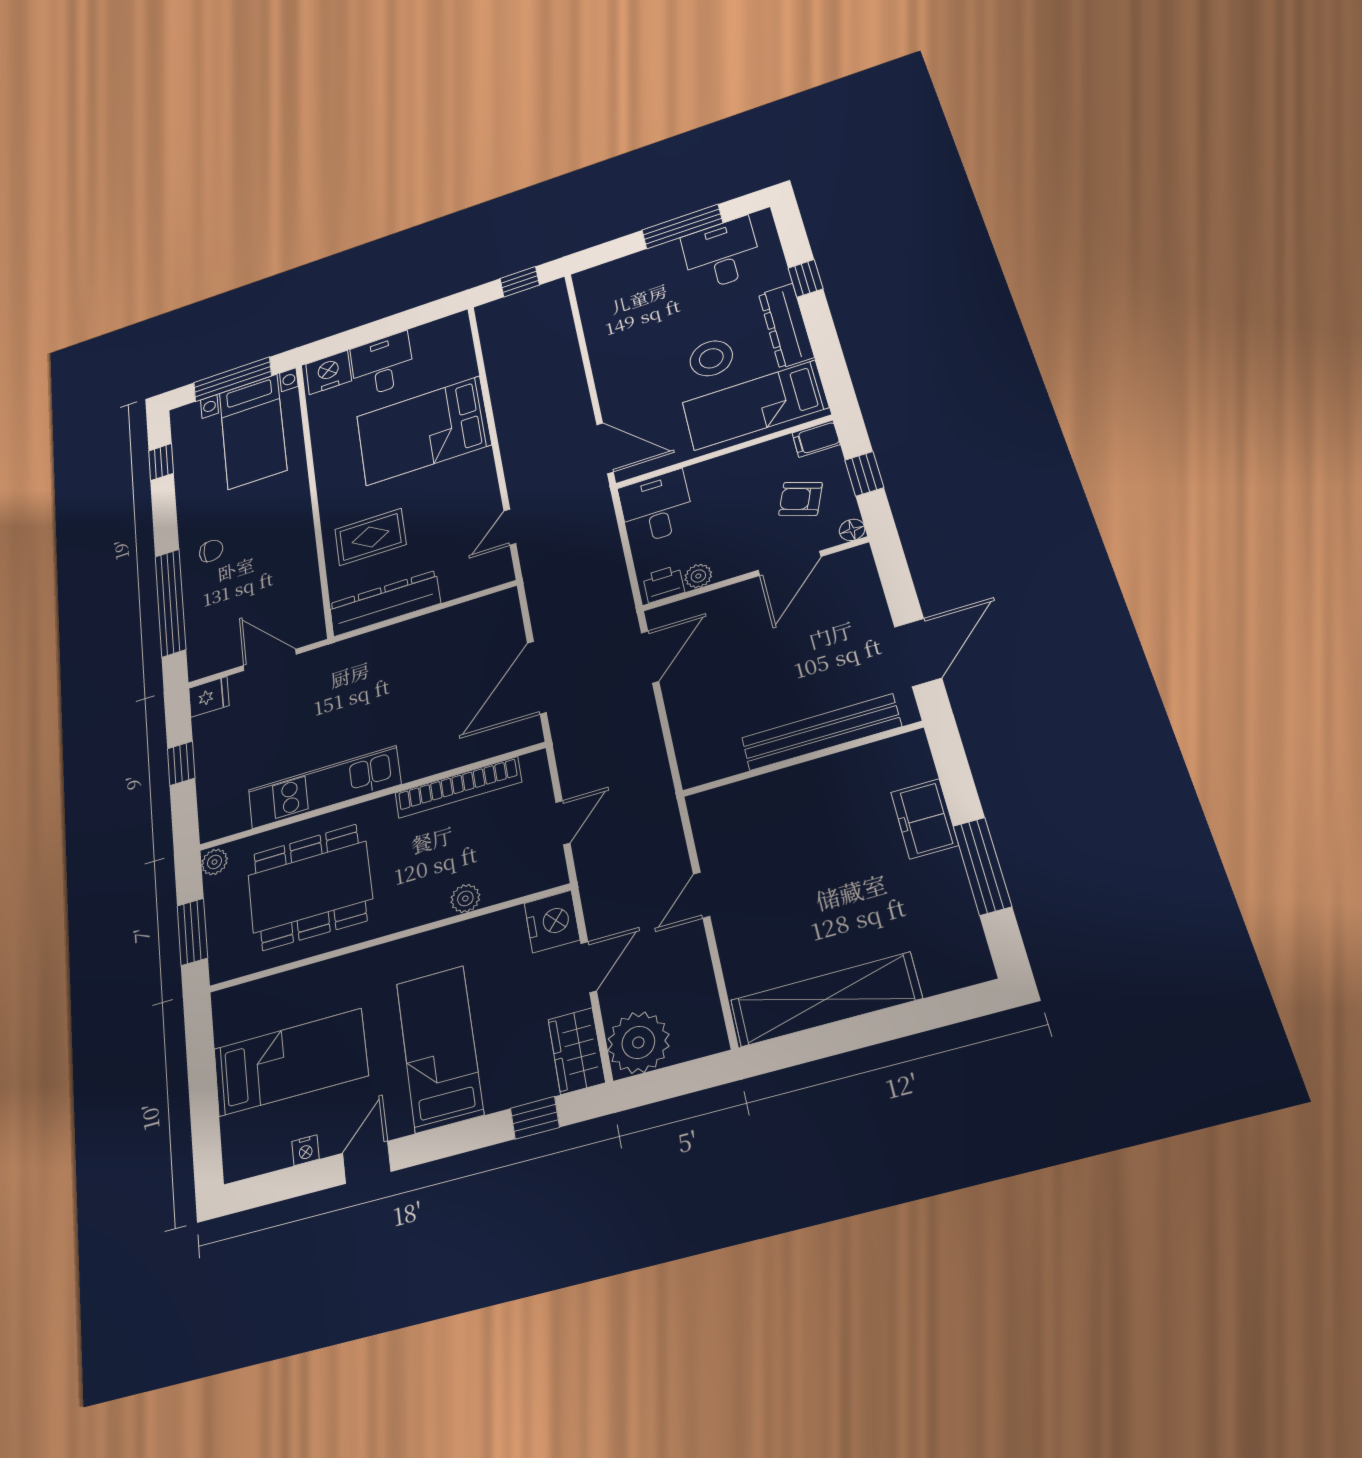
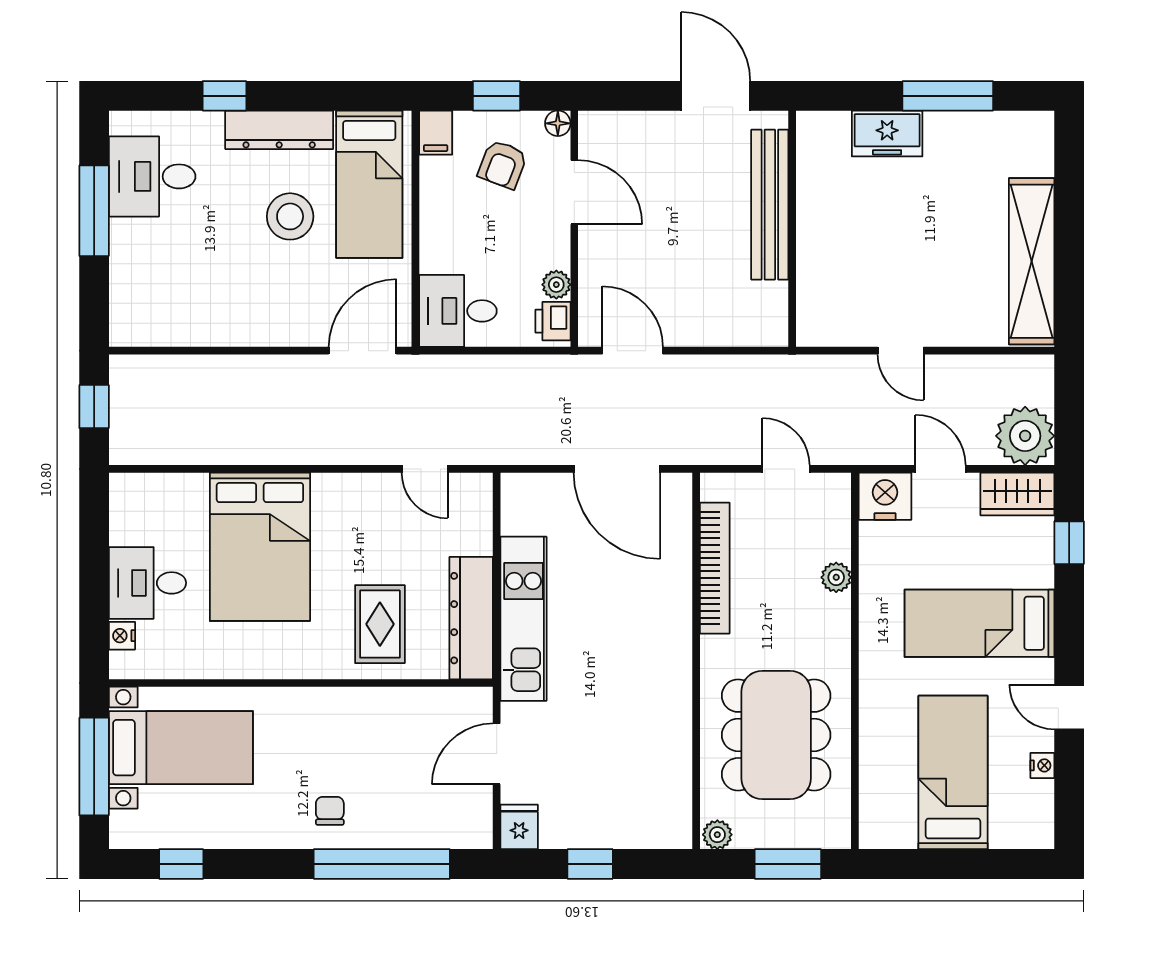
nightstand: (329, 372) -> (122, 636), width x0.53, depth x0.56
kitchen unit: (324, 787) -> (523, 619), moved, turned 180

